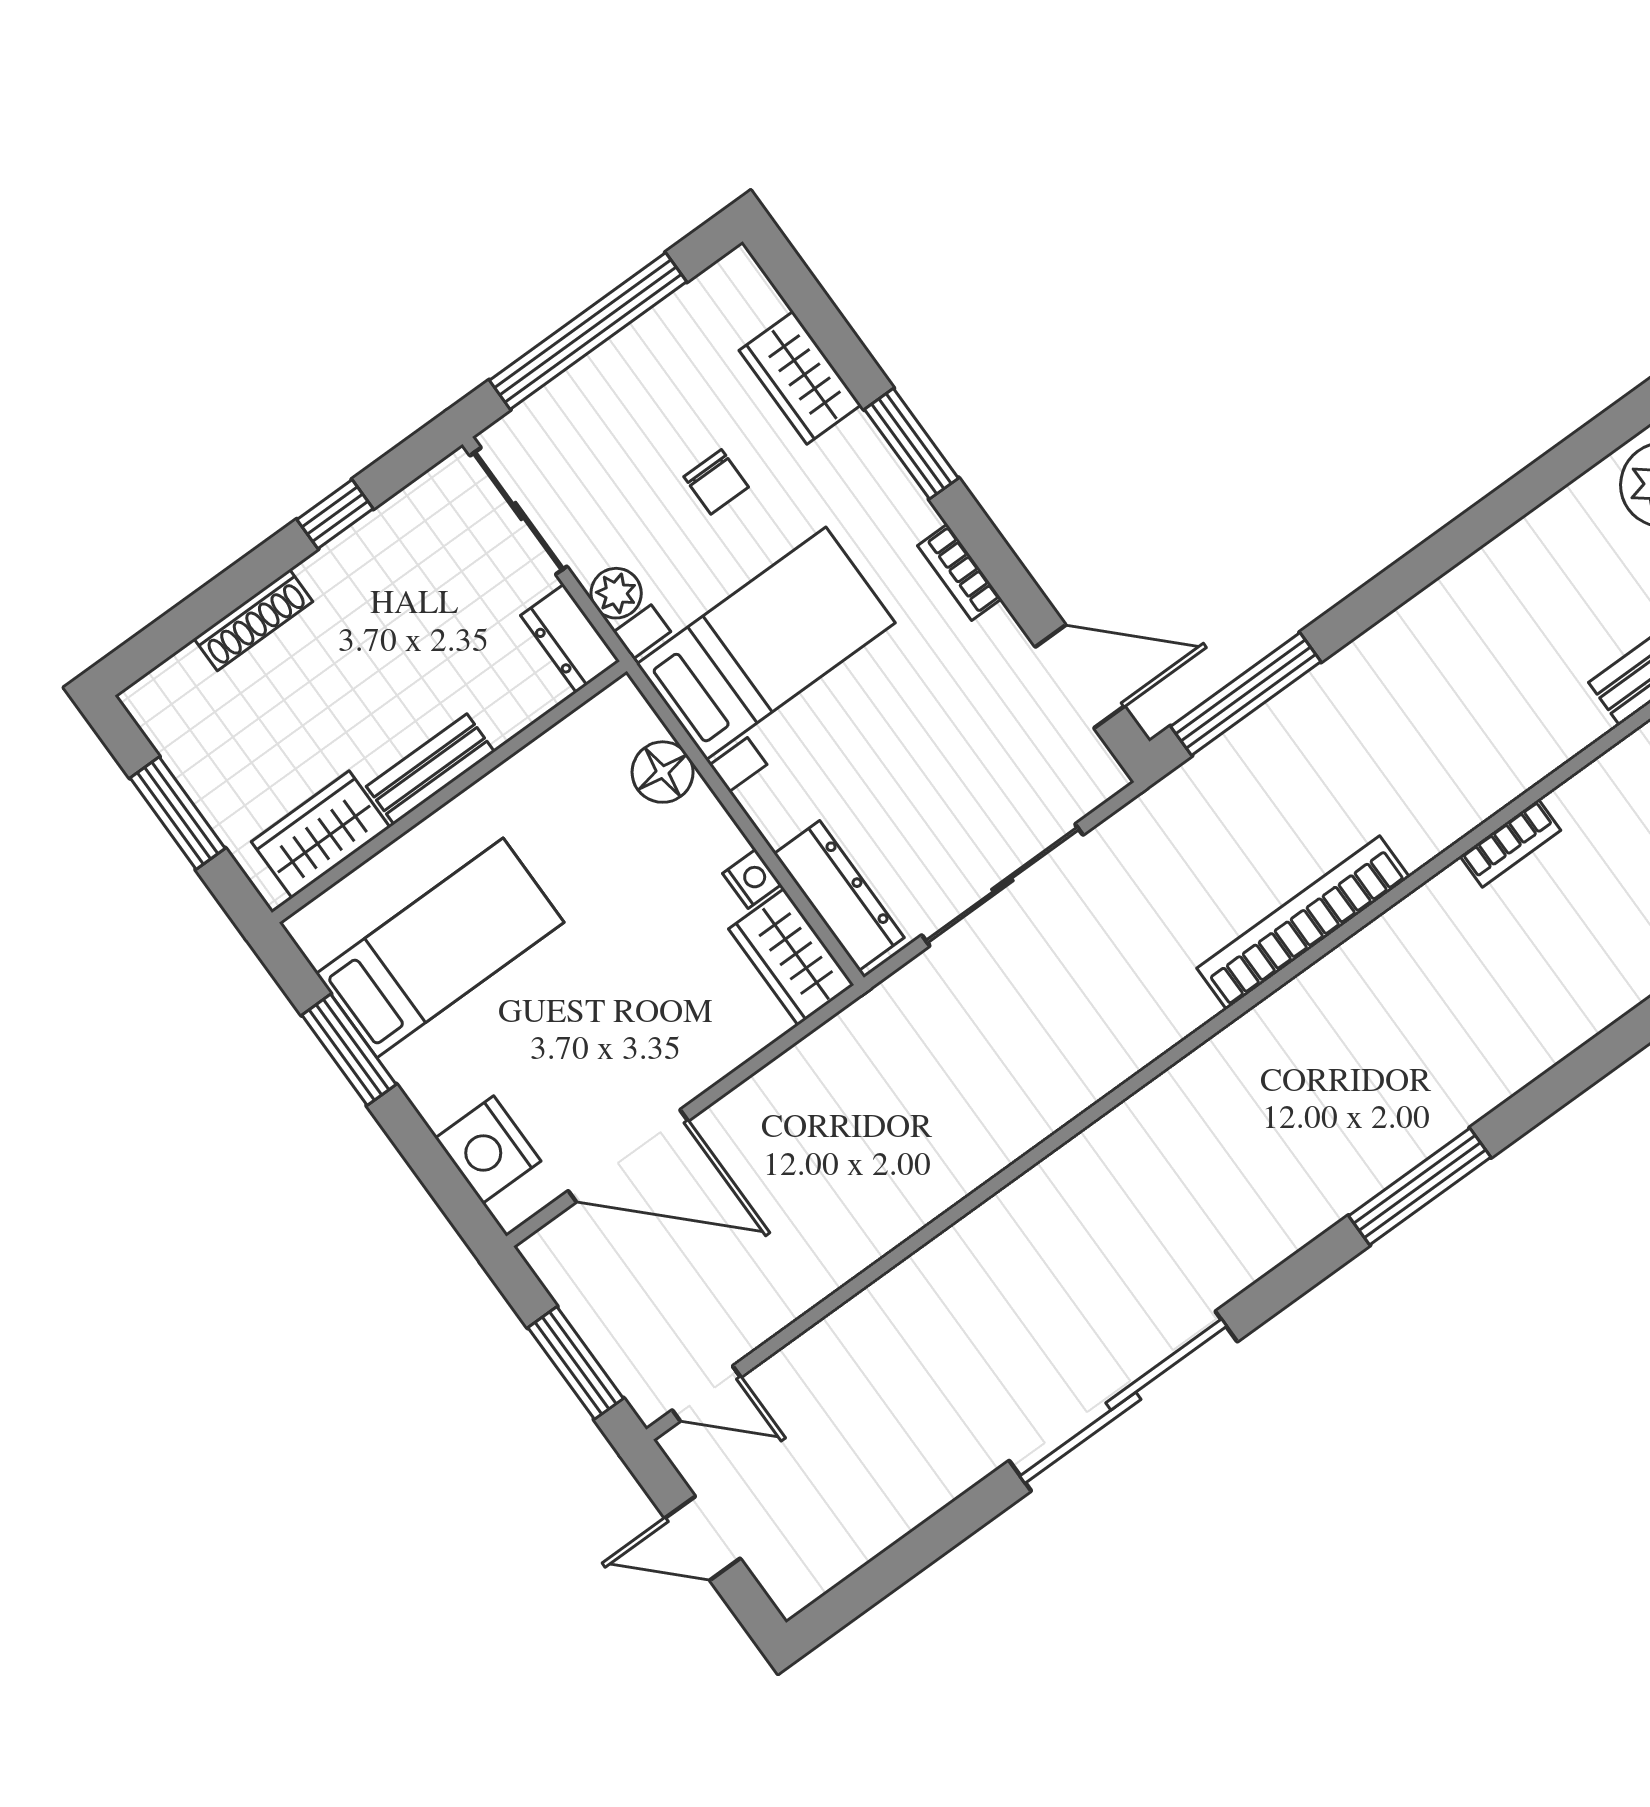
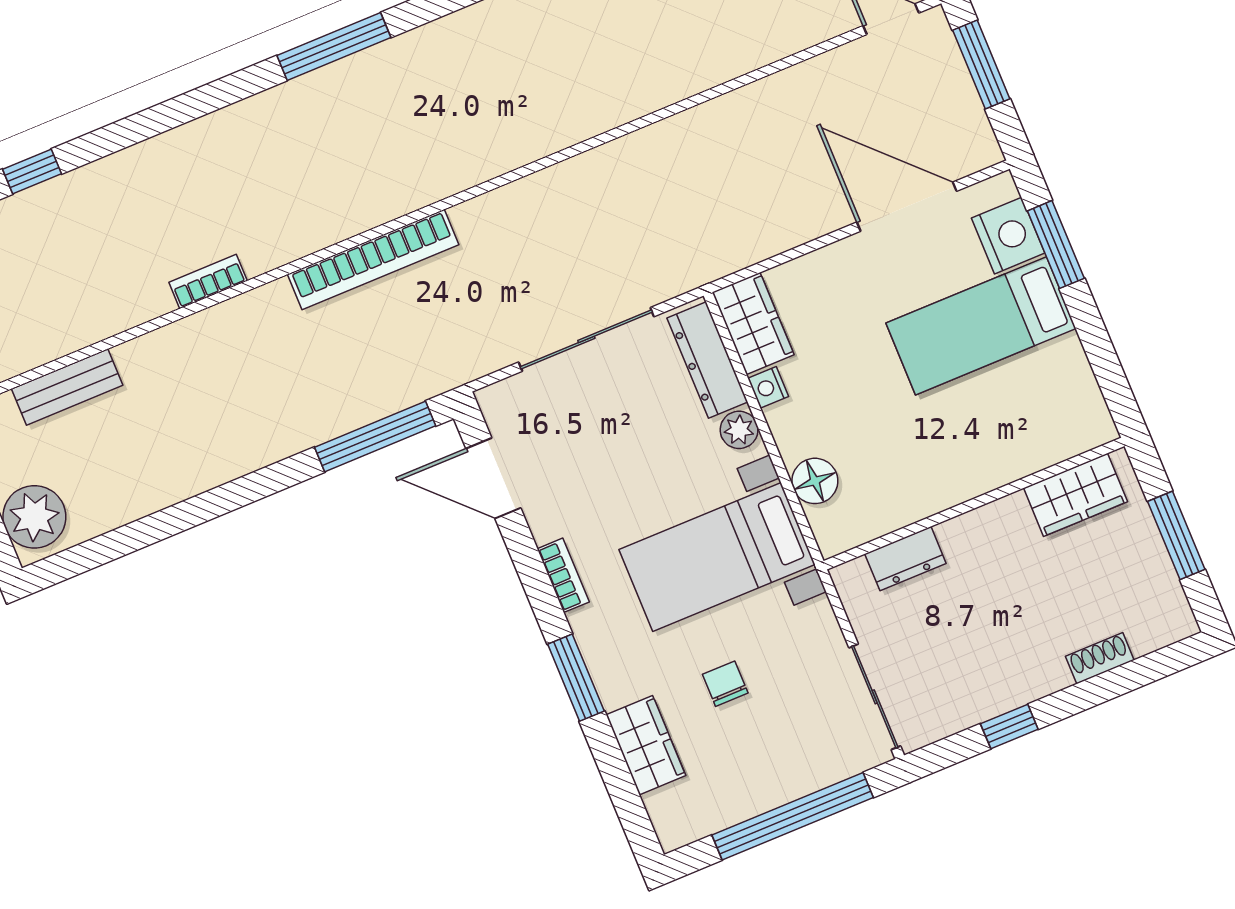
plant: (616, 593) -> (739, 430), moved
shoe rack: (253, 620) -> (1100, 658), width x0.70
dresser: (570, 638) -> (905, 559), moved, turned 90
bench: (430, 769) -> (984, 524), removed
bed: (440, 948) -> (981, 326), moved
window: (349, 1050) -> (1056, 245), moved

